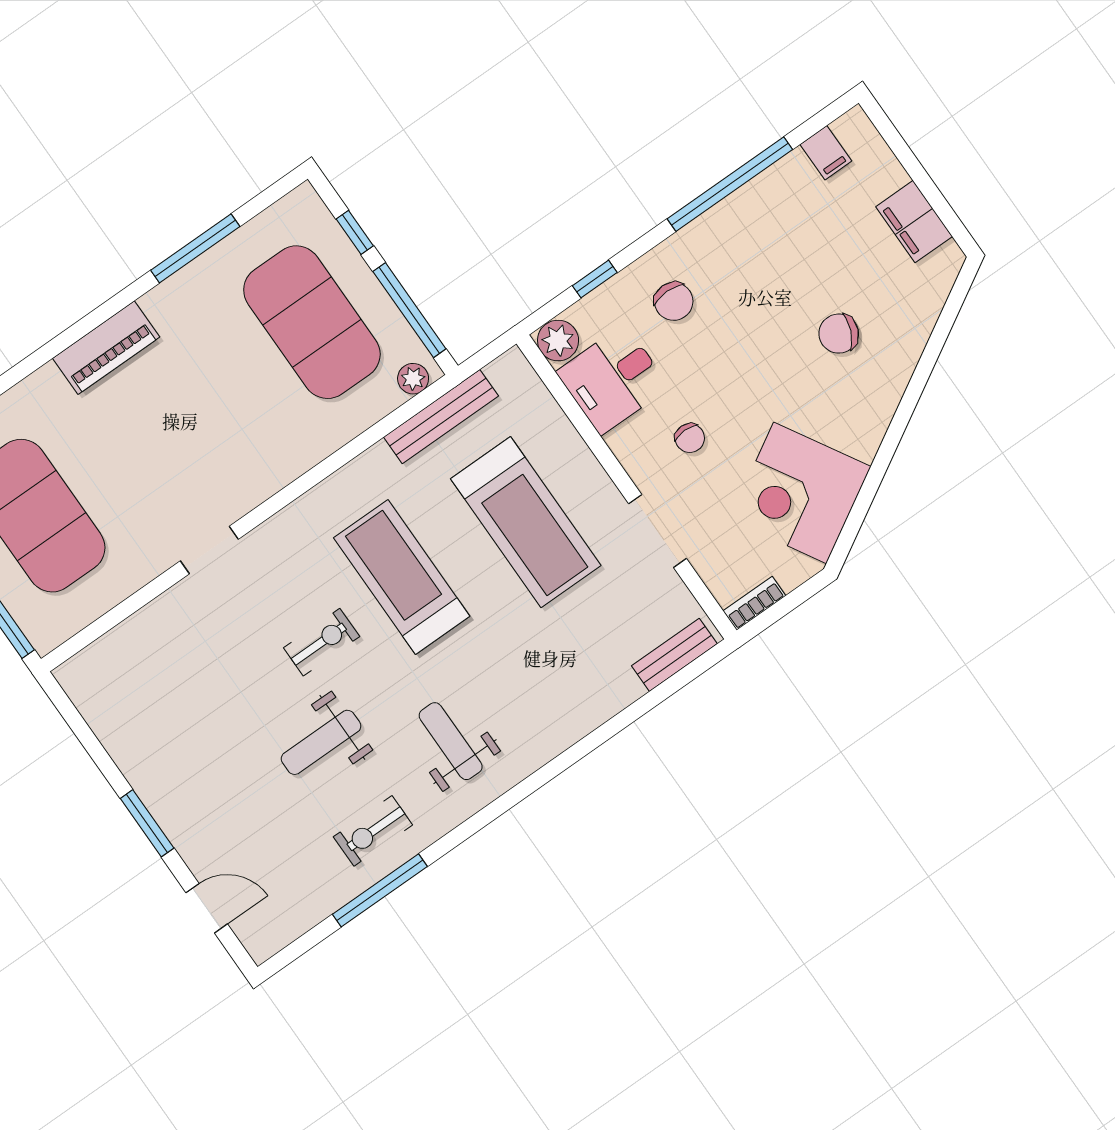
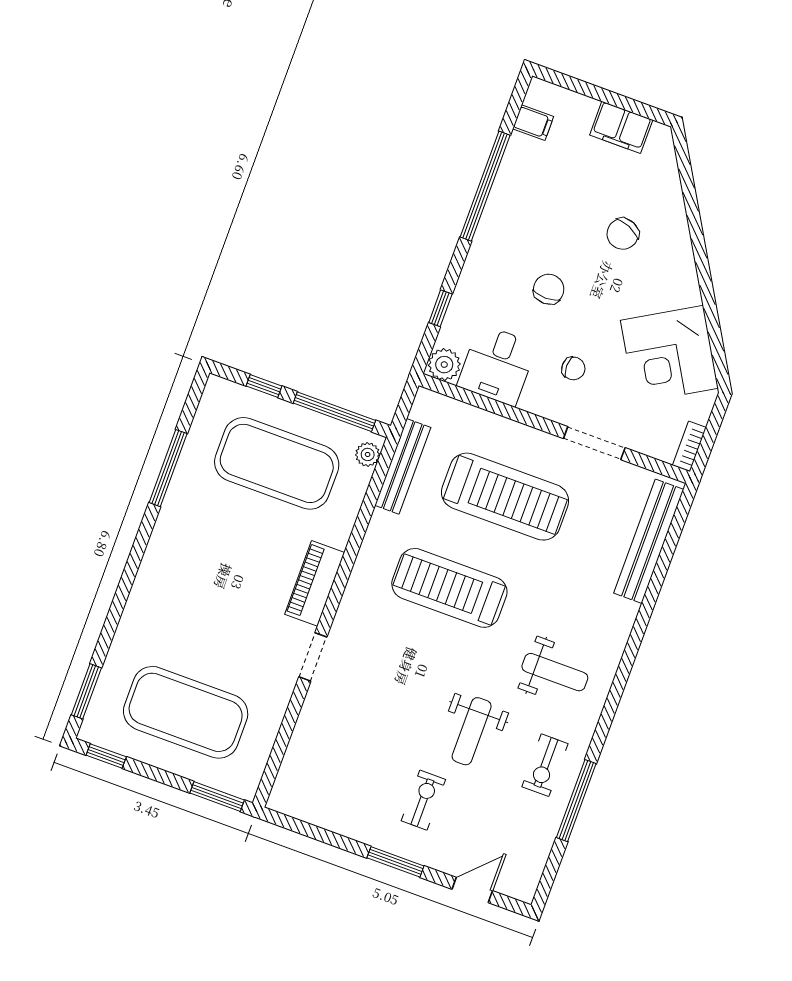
chair: (674, 301) -> (549, 289), moved, turned -90
piano: (106, 348) -> (315, 583), moved, turned 180
exercise bike: (322, 642) -> (423, 800), moved
bench: (674, 655) -> (649, 541), width x1.86, depth x1.21
weight bench: (451, 741) -> (555, 672), turned 180

